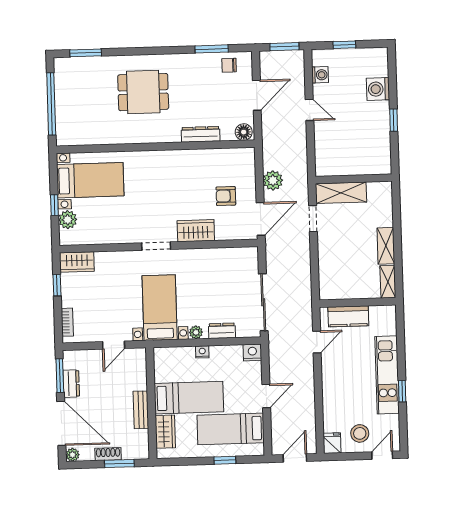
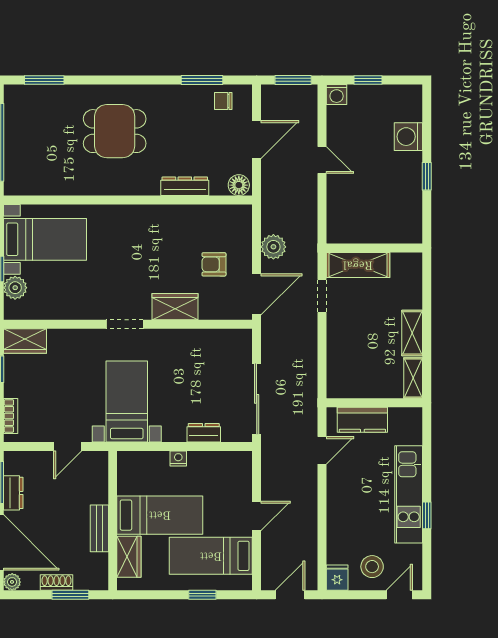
washing machine: (320, 75) -> (337, 94), moved, turned 90
plant: (196, 332) -> (171, 434), removed
nightstand: (252, 353) -> (241, 461), removed

